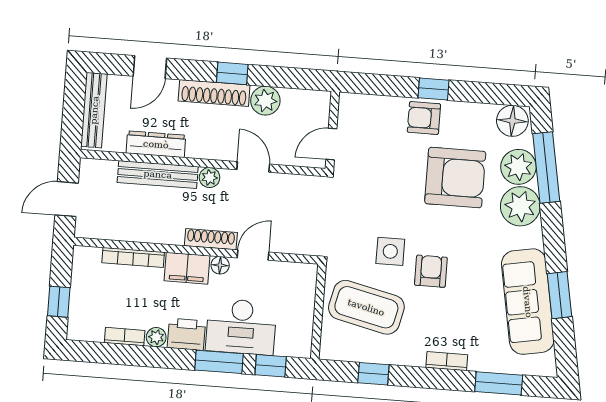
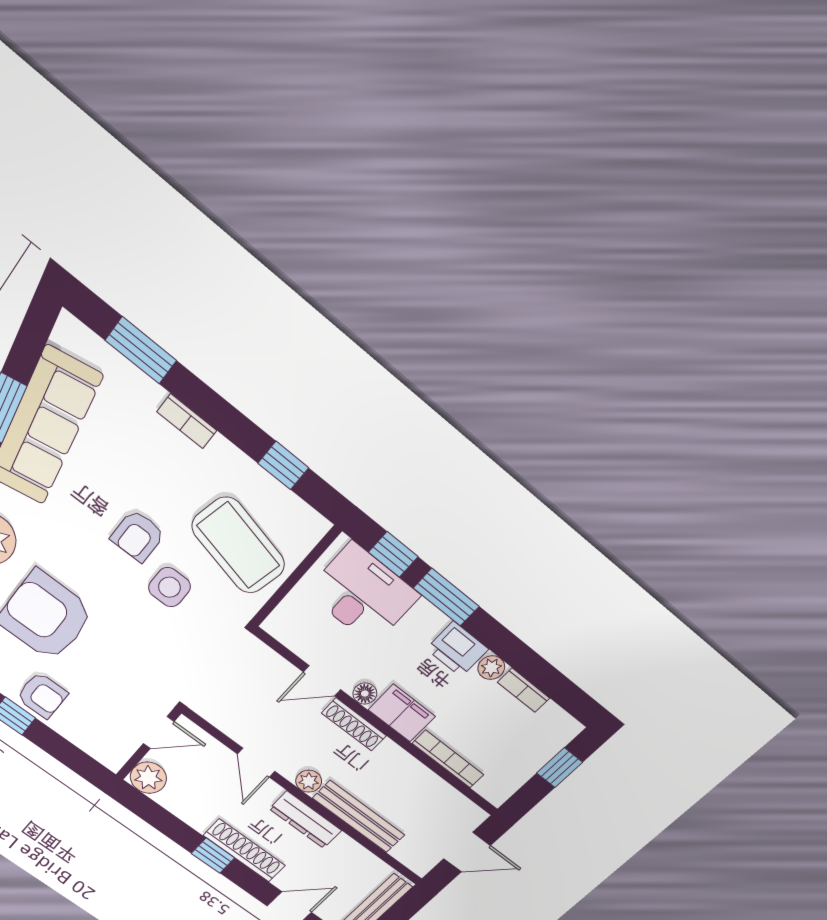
plant: (265, 101) -> (148, 778), moved
dresser: (156, 144) -> (305, 820), moved
desk: (241, 327) -> (363, 594), moved

